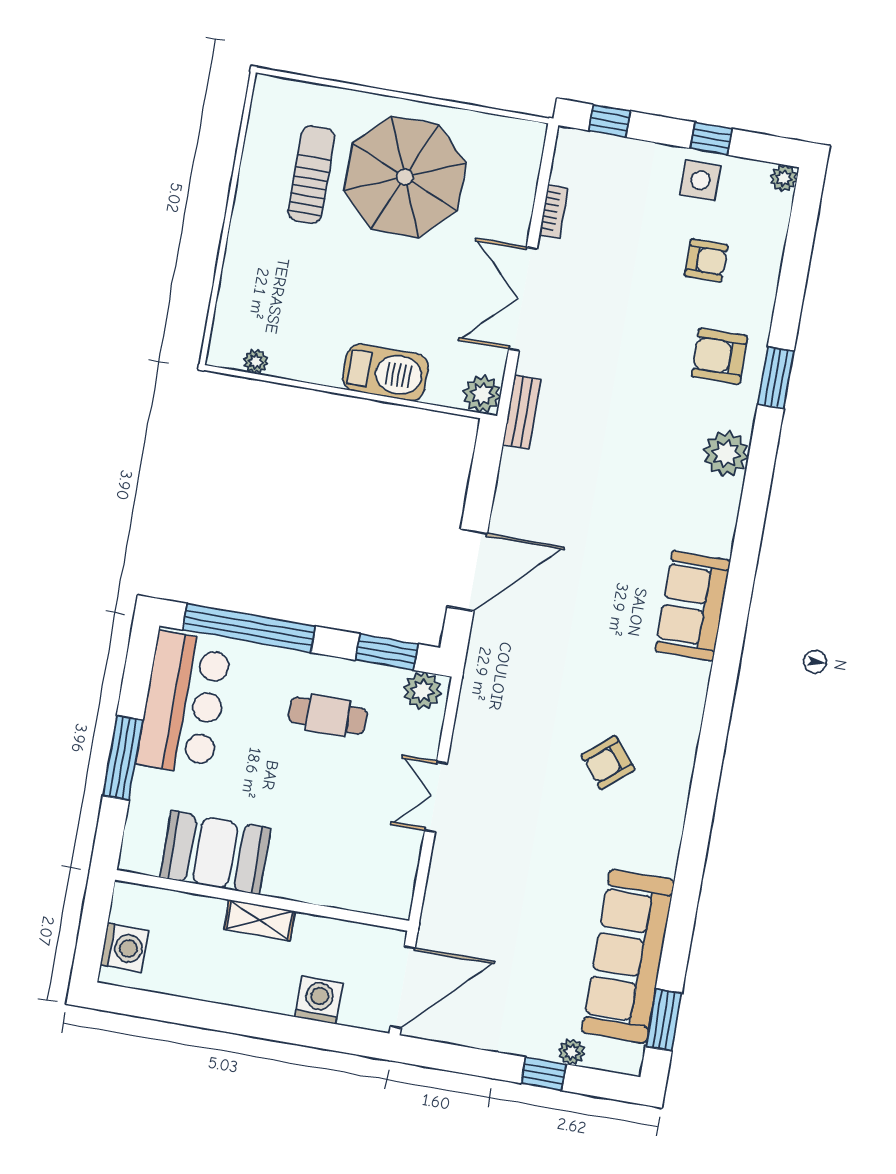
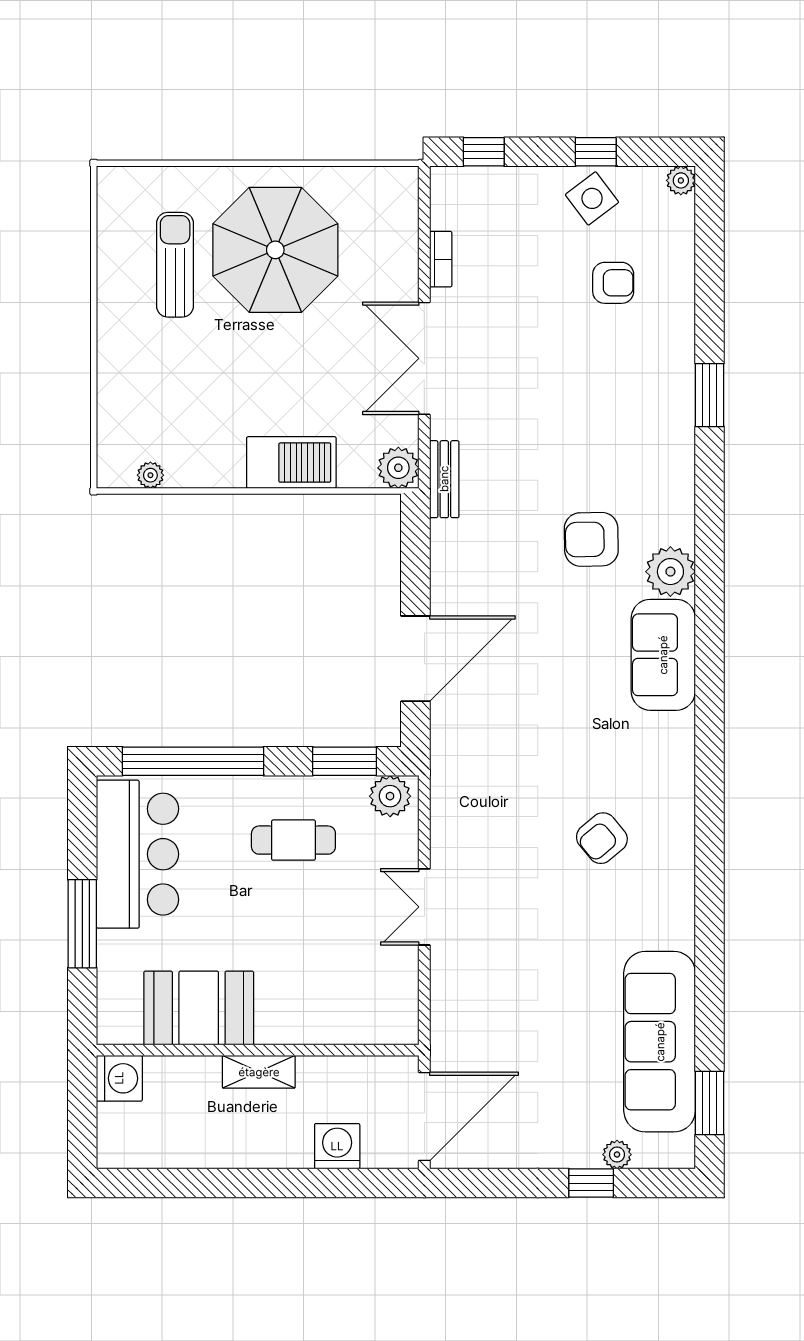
side table: (700, 180) -> (592, 198), turned -37
armchair: (719, 356) -> (591, 539), moved
plant: (726, 454) -> (670, 572), moved
washing machine: (124, 948) -> (119, 1078), moved

